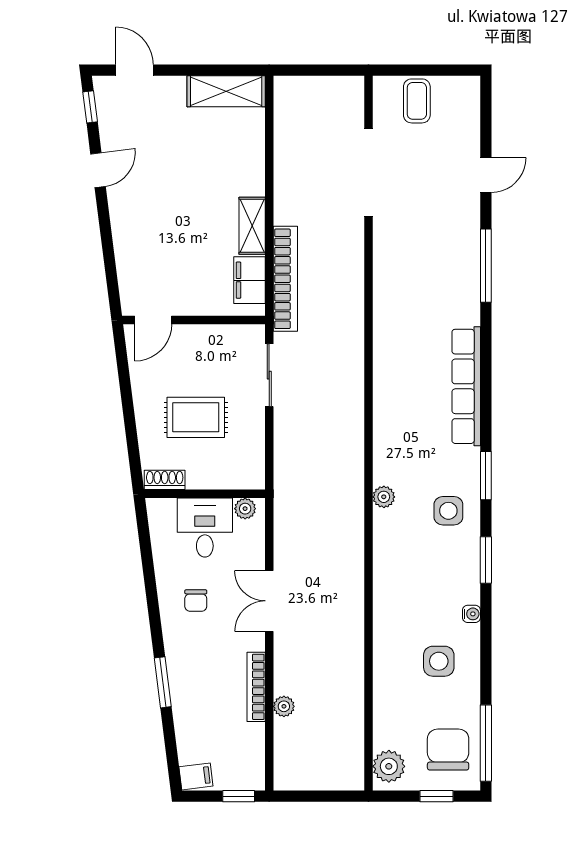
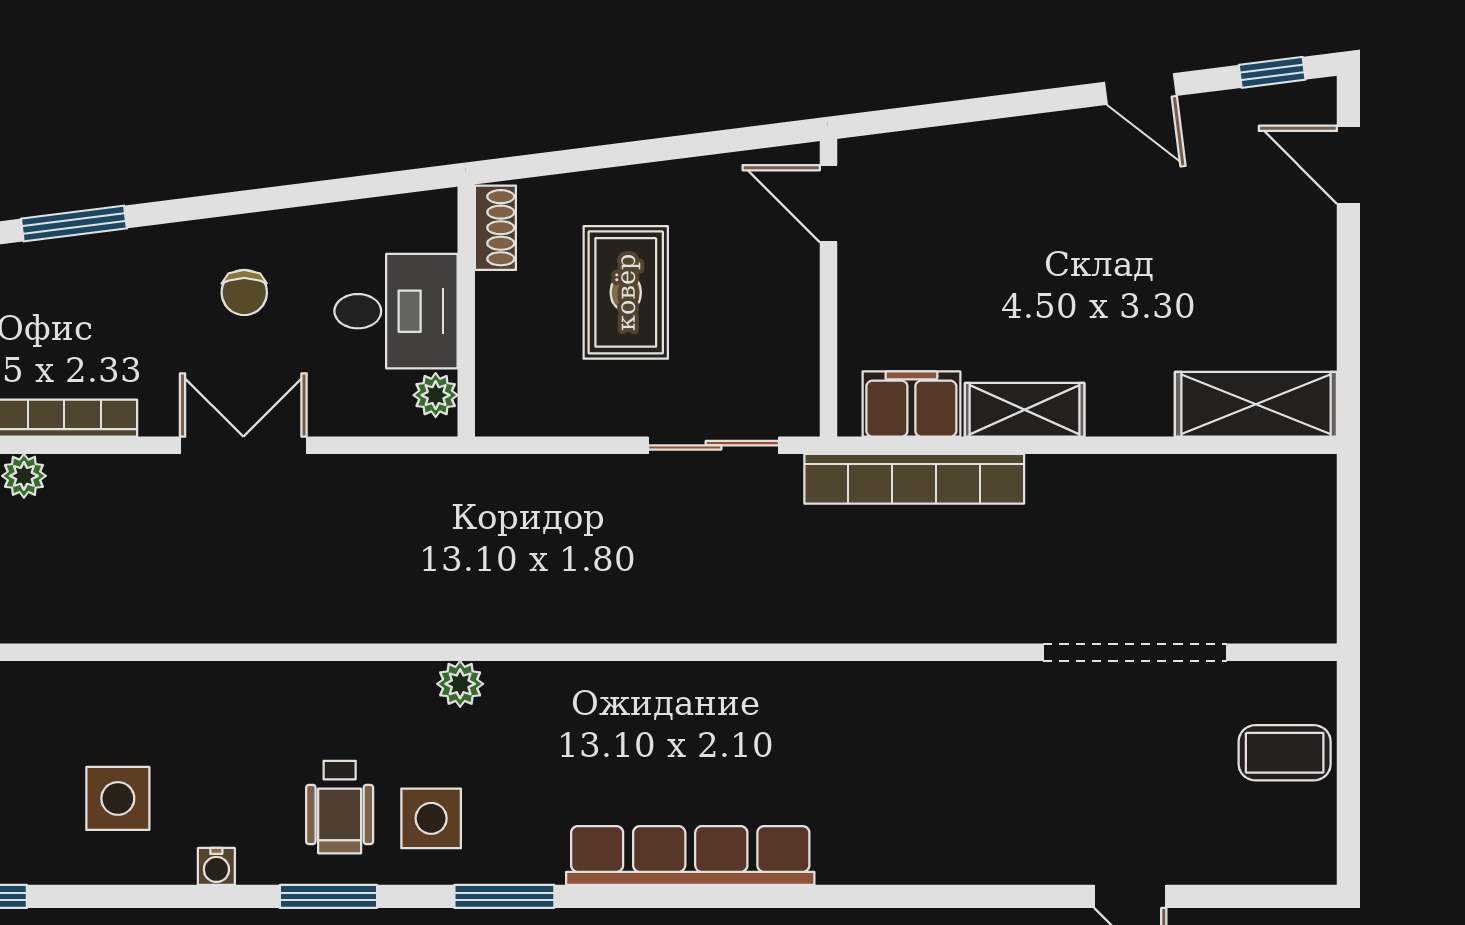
door: (135, 70) -> (1348, 165), swing flipped
shelving: (226, 91) -> (1256, 404), moved, turned 90
window: (486, 266) -> (942, 896), removed
wheelchair: (443, 555) -> (340, 807), added
chair: (196, 601) -> (244, 292), turned -90

